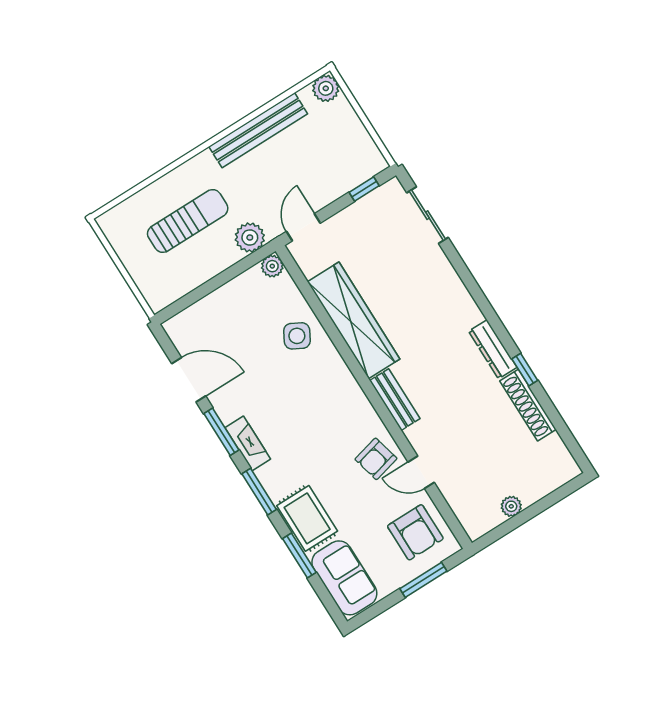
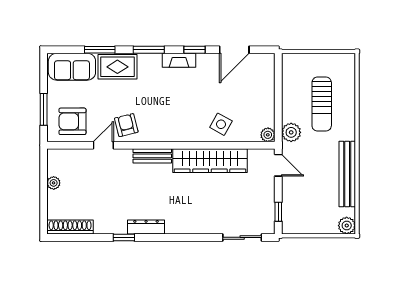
shoe rack: (528, 405) -> (70, 227), moved
window: (221, 432) -> (195, 50), width x0.67

